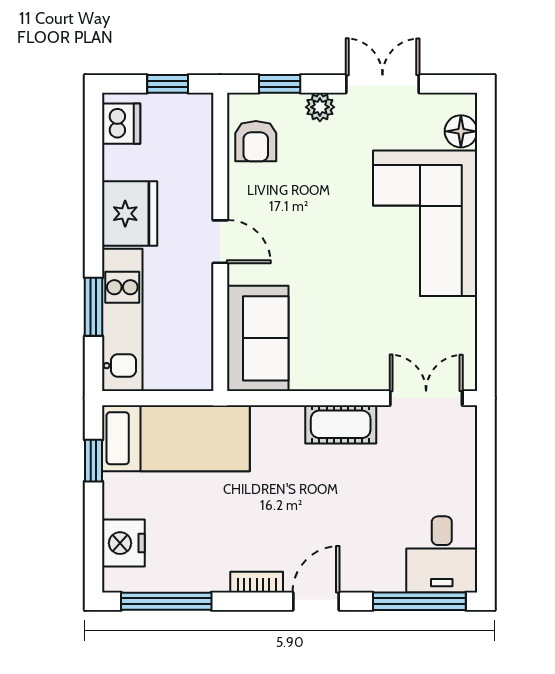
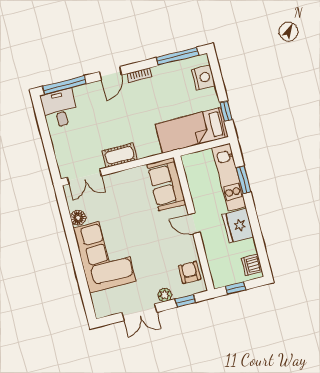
floor lamp: (461, 131) -> (78, 218), moved

